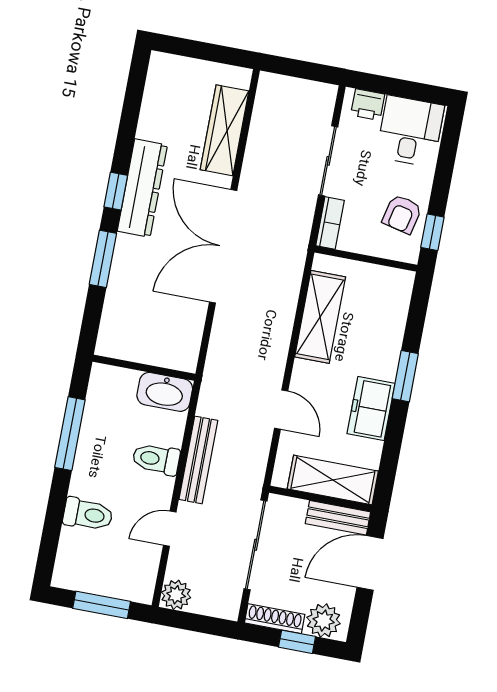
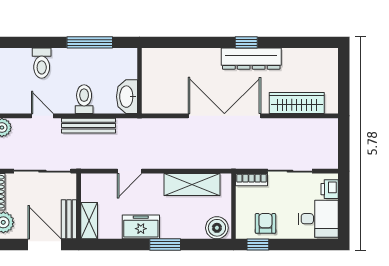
armchair: (402, 214) -> (265, 223), turned 77
window: (103, 259) -> (202, 42), removed
boiler: (395, 291) -> (217, 228), added
shelving: (333, 480) -> (89, 221), width x0.67, depth x0.75

